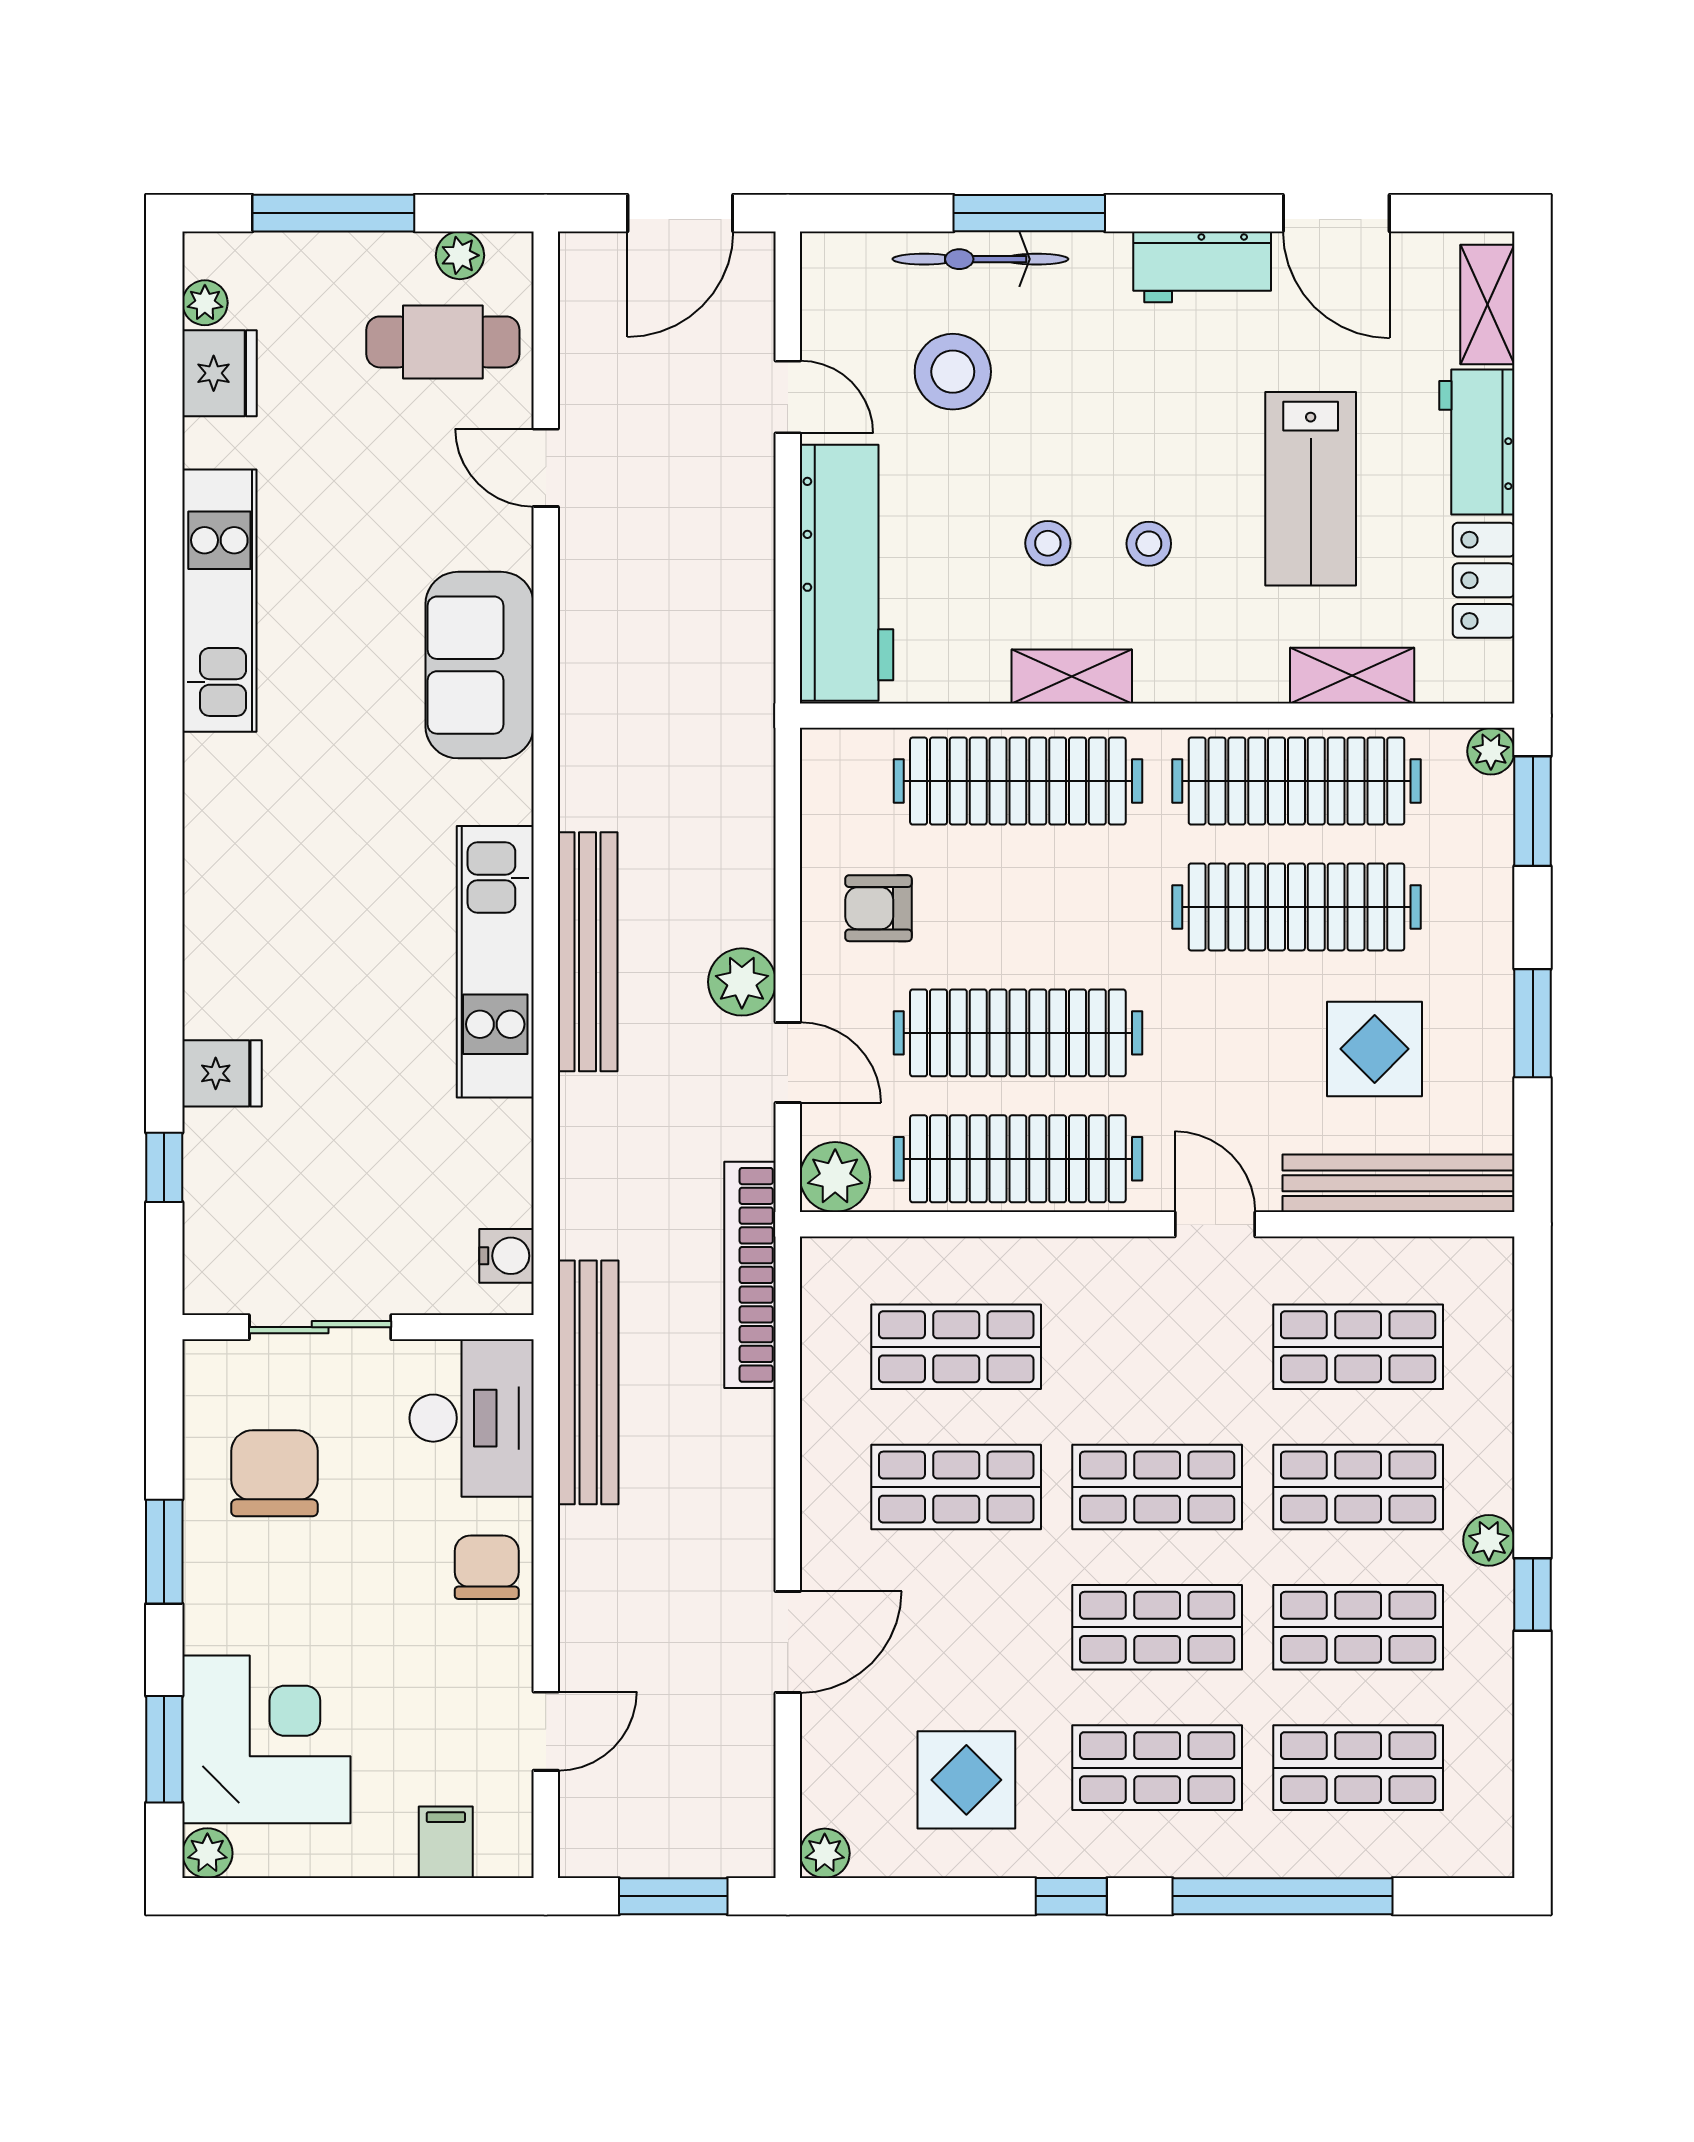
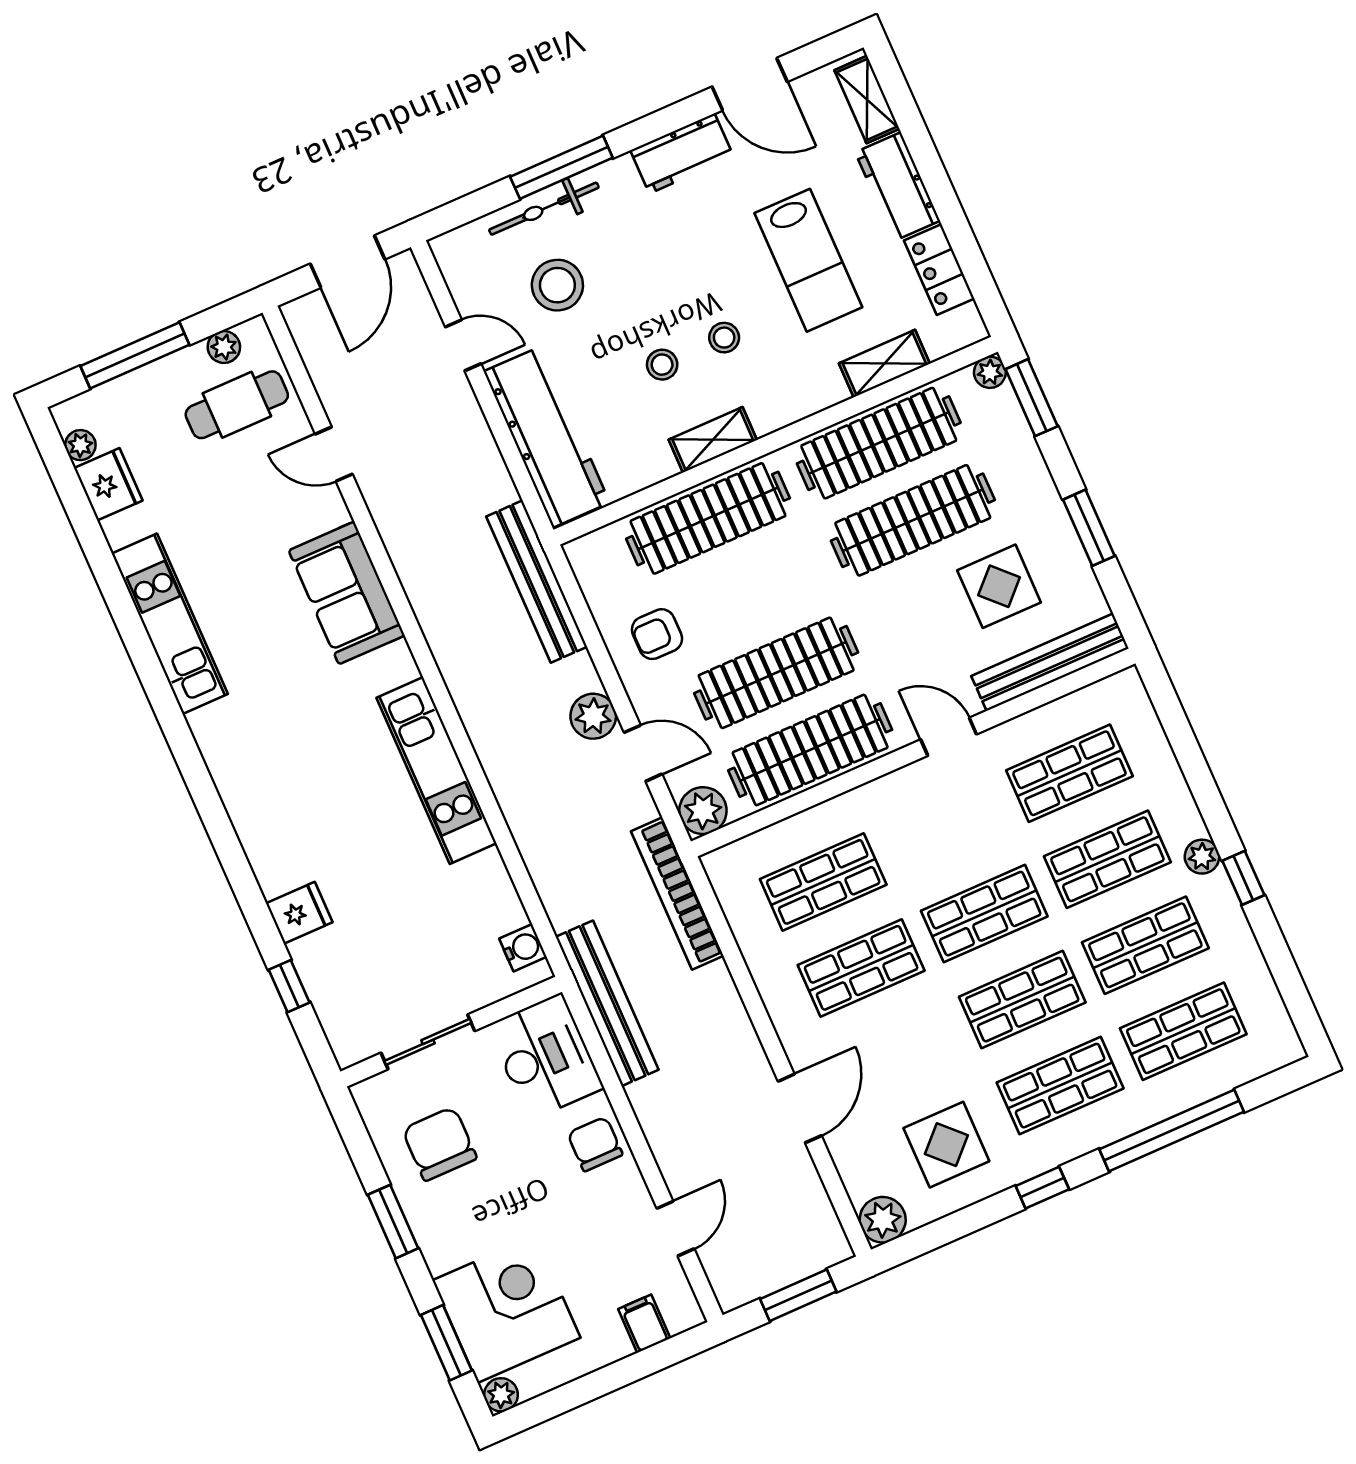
bench: (588, 952) -> (537, 582), moved
plant: (825, 1853) -> (883, 1220), width x1.38, depth x1.38

